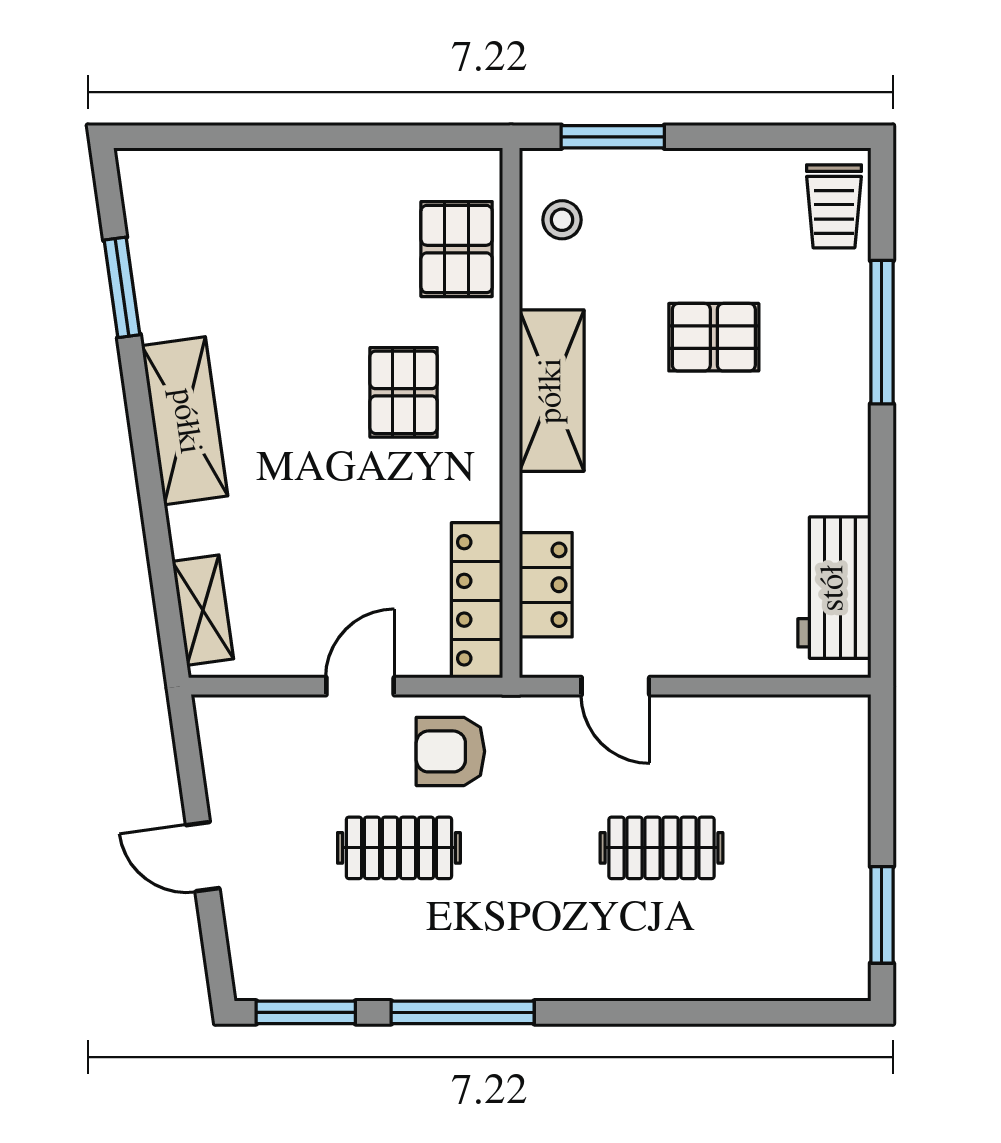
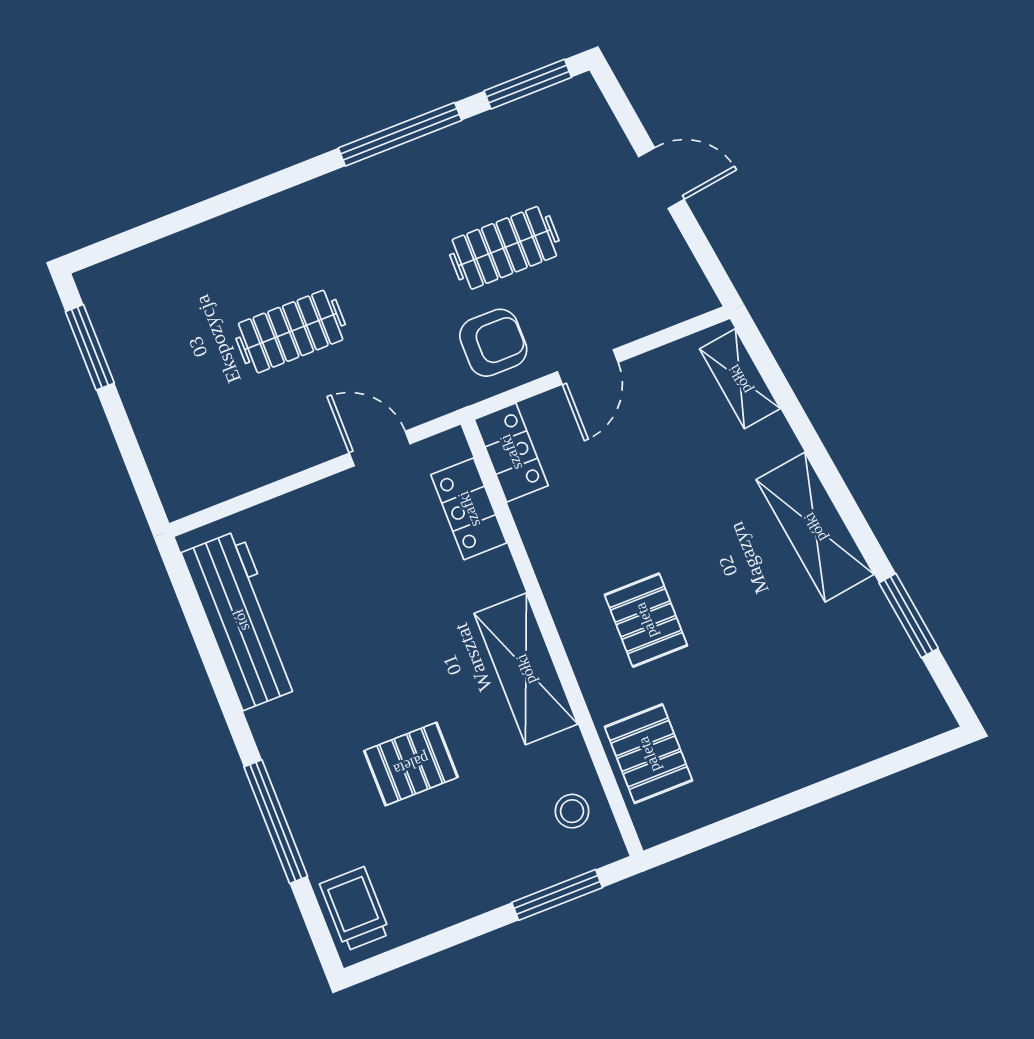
workbench: (834, 588) -> (241, 620), width x1.38
locker: (477, 600) -> (511, 452), width x0.66

